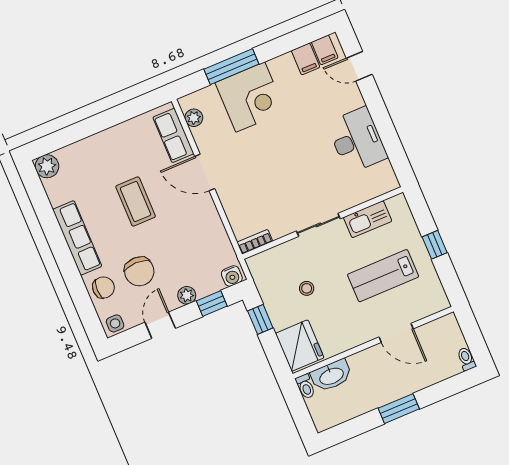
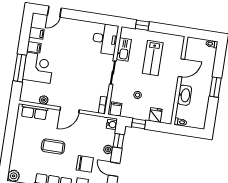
filing cabinet: (325, 50) -> (34, 47), moved
plant: (194, 118) -> (44, 100), moved
desk: (357, 140) -> (105, 39), moved, turned 90
door: (205, 173) -> (70, 110), moved
window: (435, 245) -> (142, 25), moved
filing cabinet: (261, 267) -> (116, 109), added
fridge: (300, 346) -> (155, 115), width x0.53, depth x0.75
washbasin: (331, 376) -> (185, 95), moved

